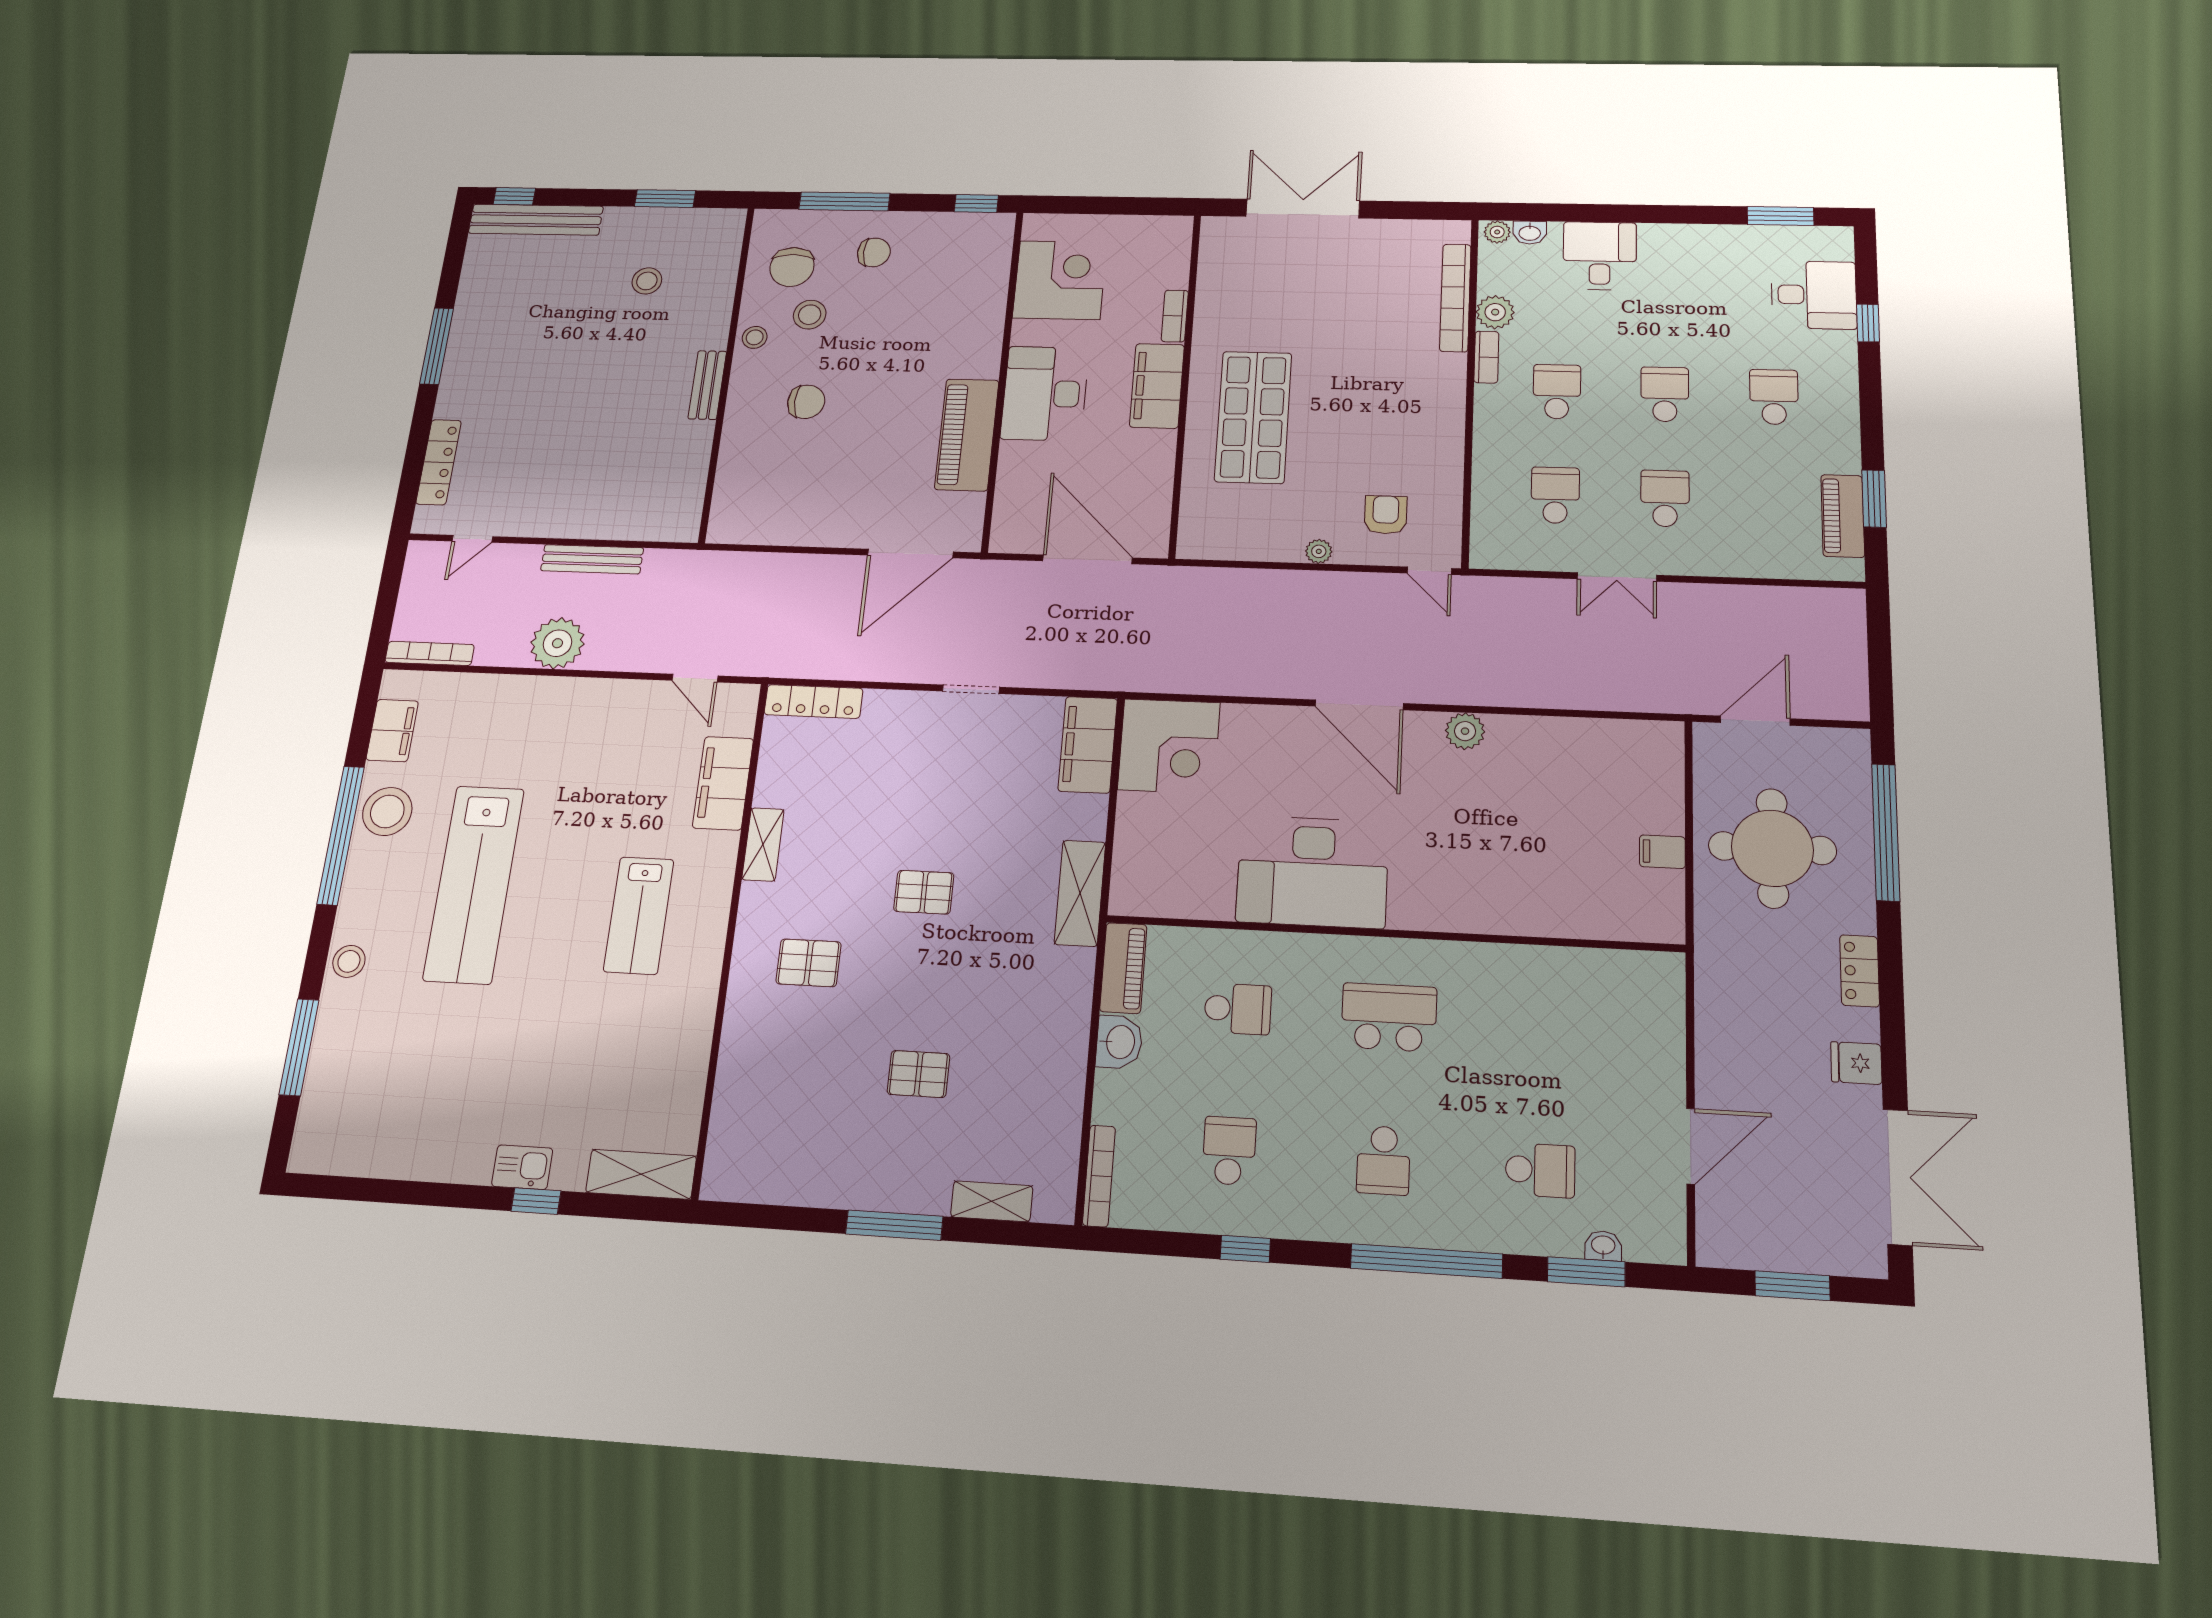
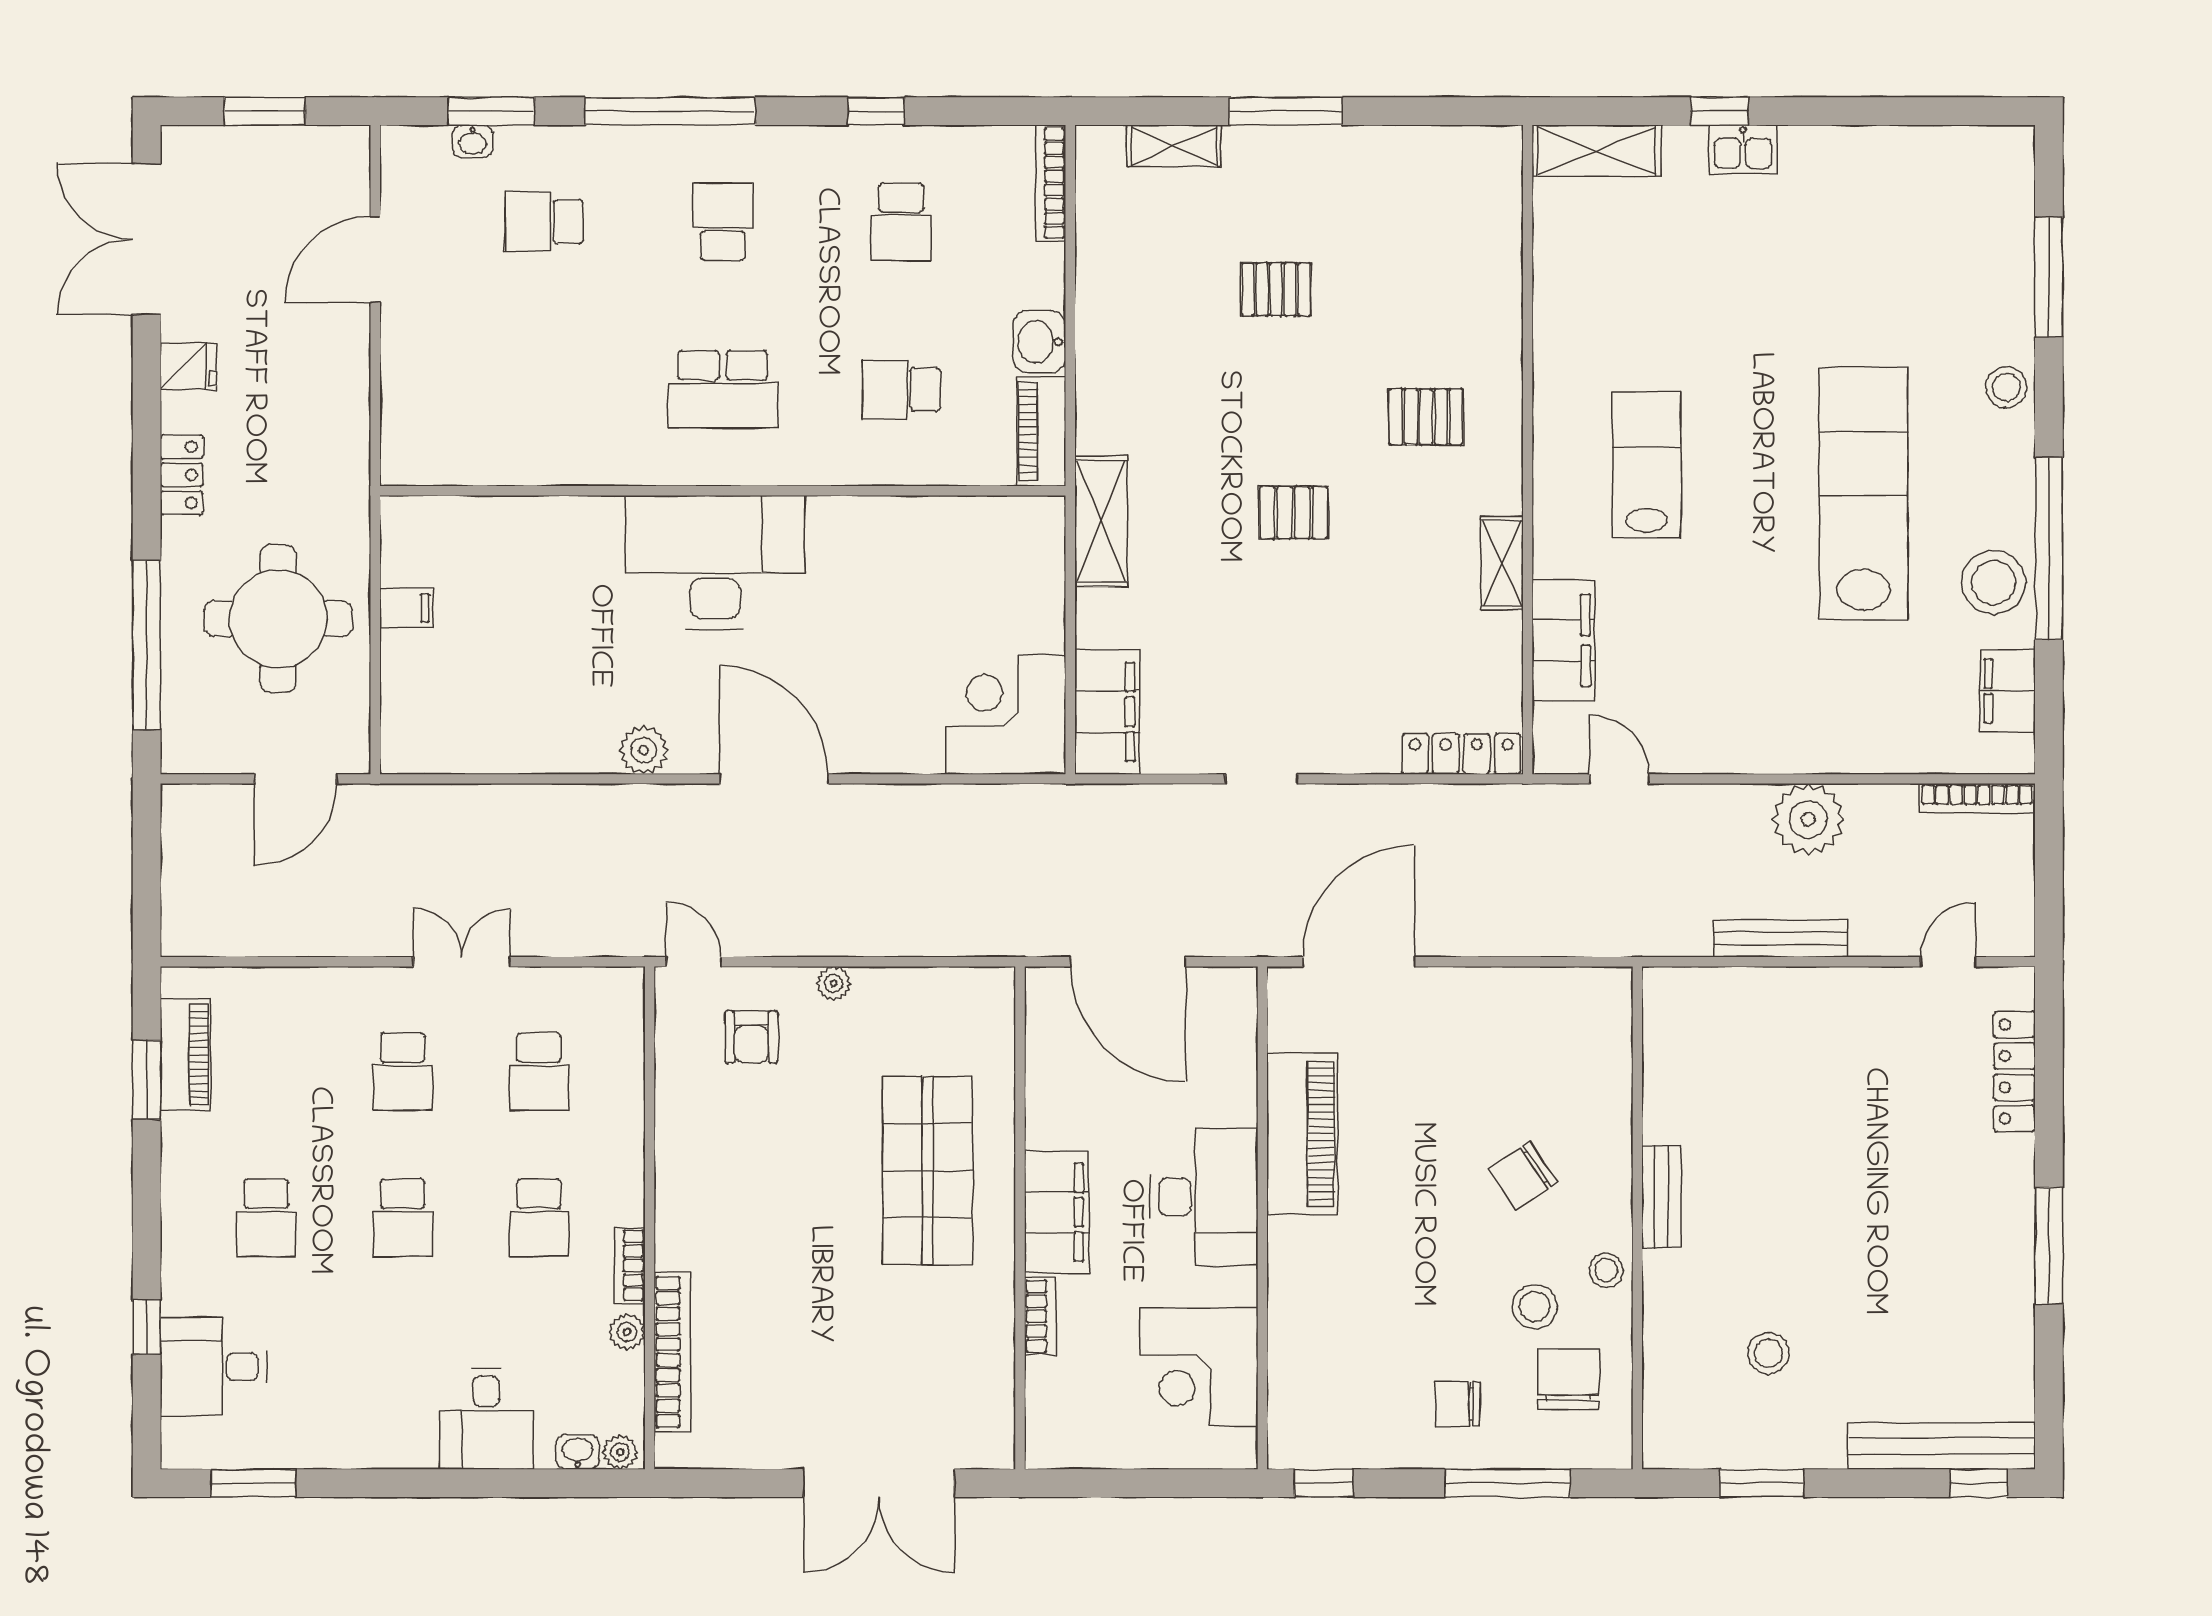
plant: (1495, 312) -> (627, 1332), width x0.73, depth x0.73
chair: (806, 402) -> (1523, 1176), turned -34
desk: (1312, 872) -> (715, 562), moved

